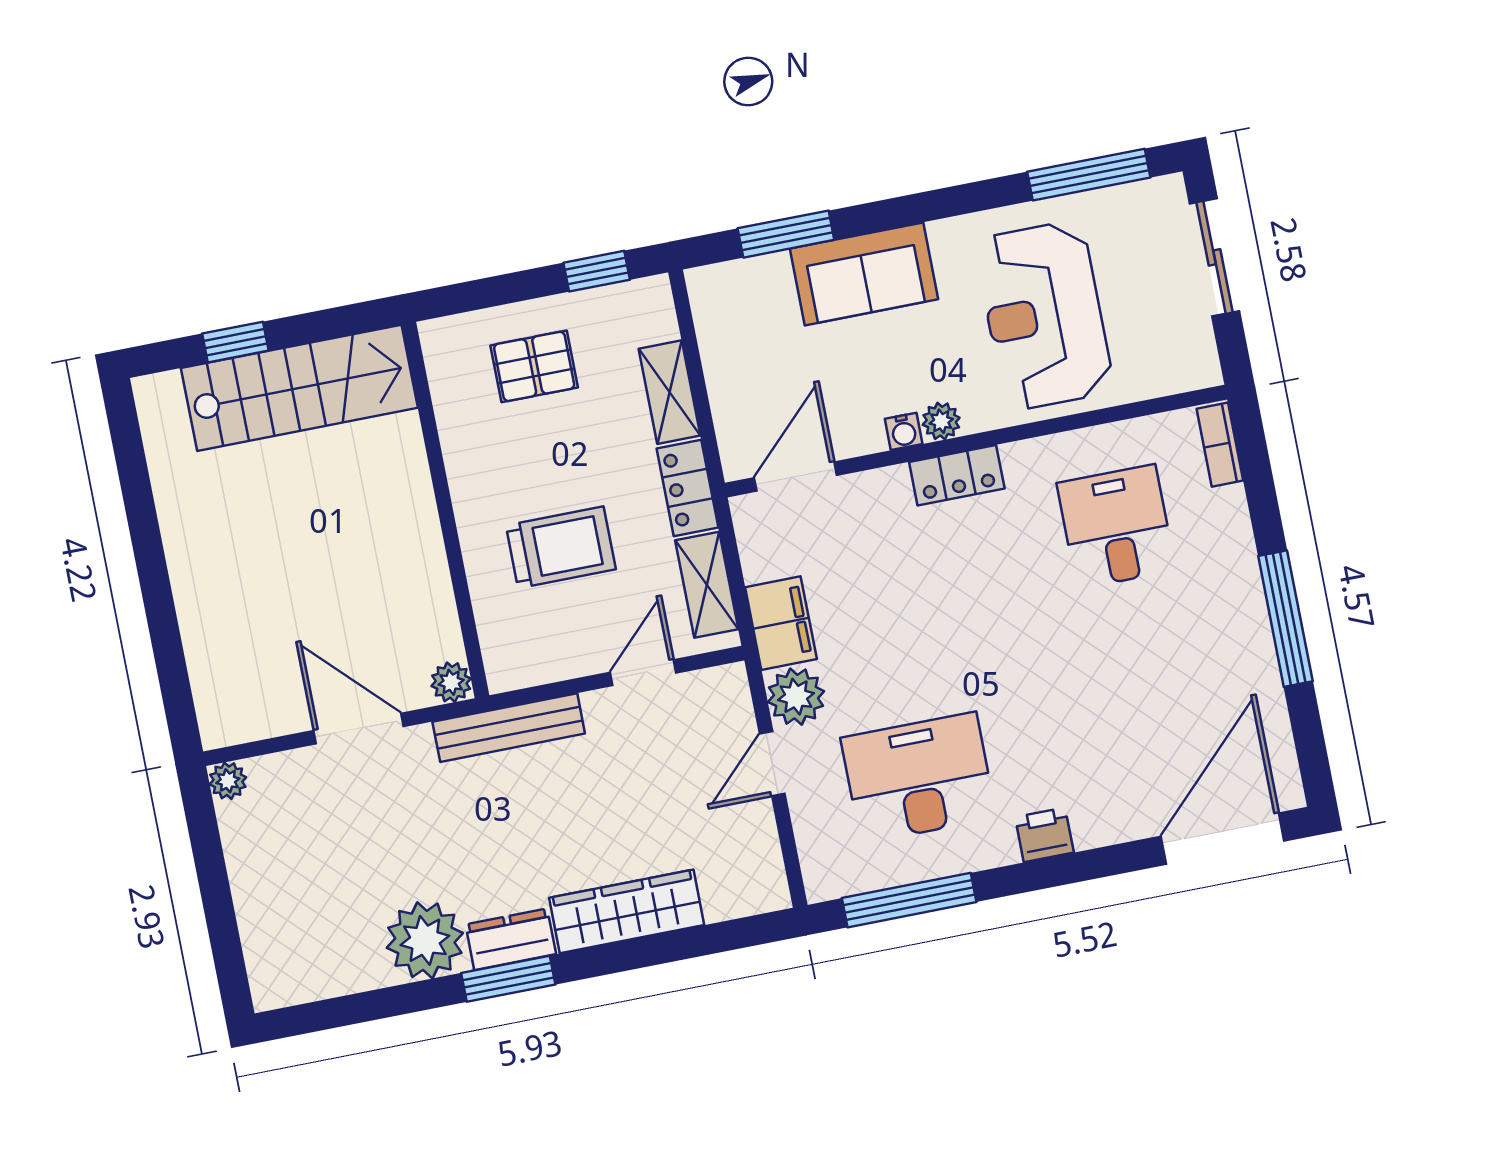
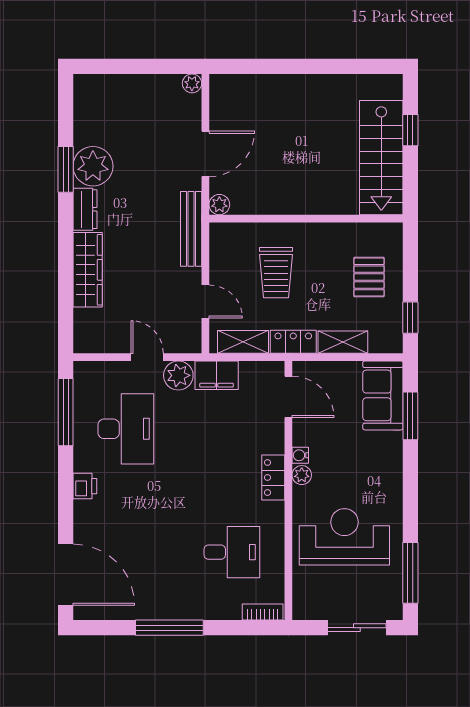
sofa: (864, 274) -> (383, 395), moved
window: (508, 979) -> (66, 169), moved

